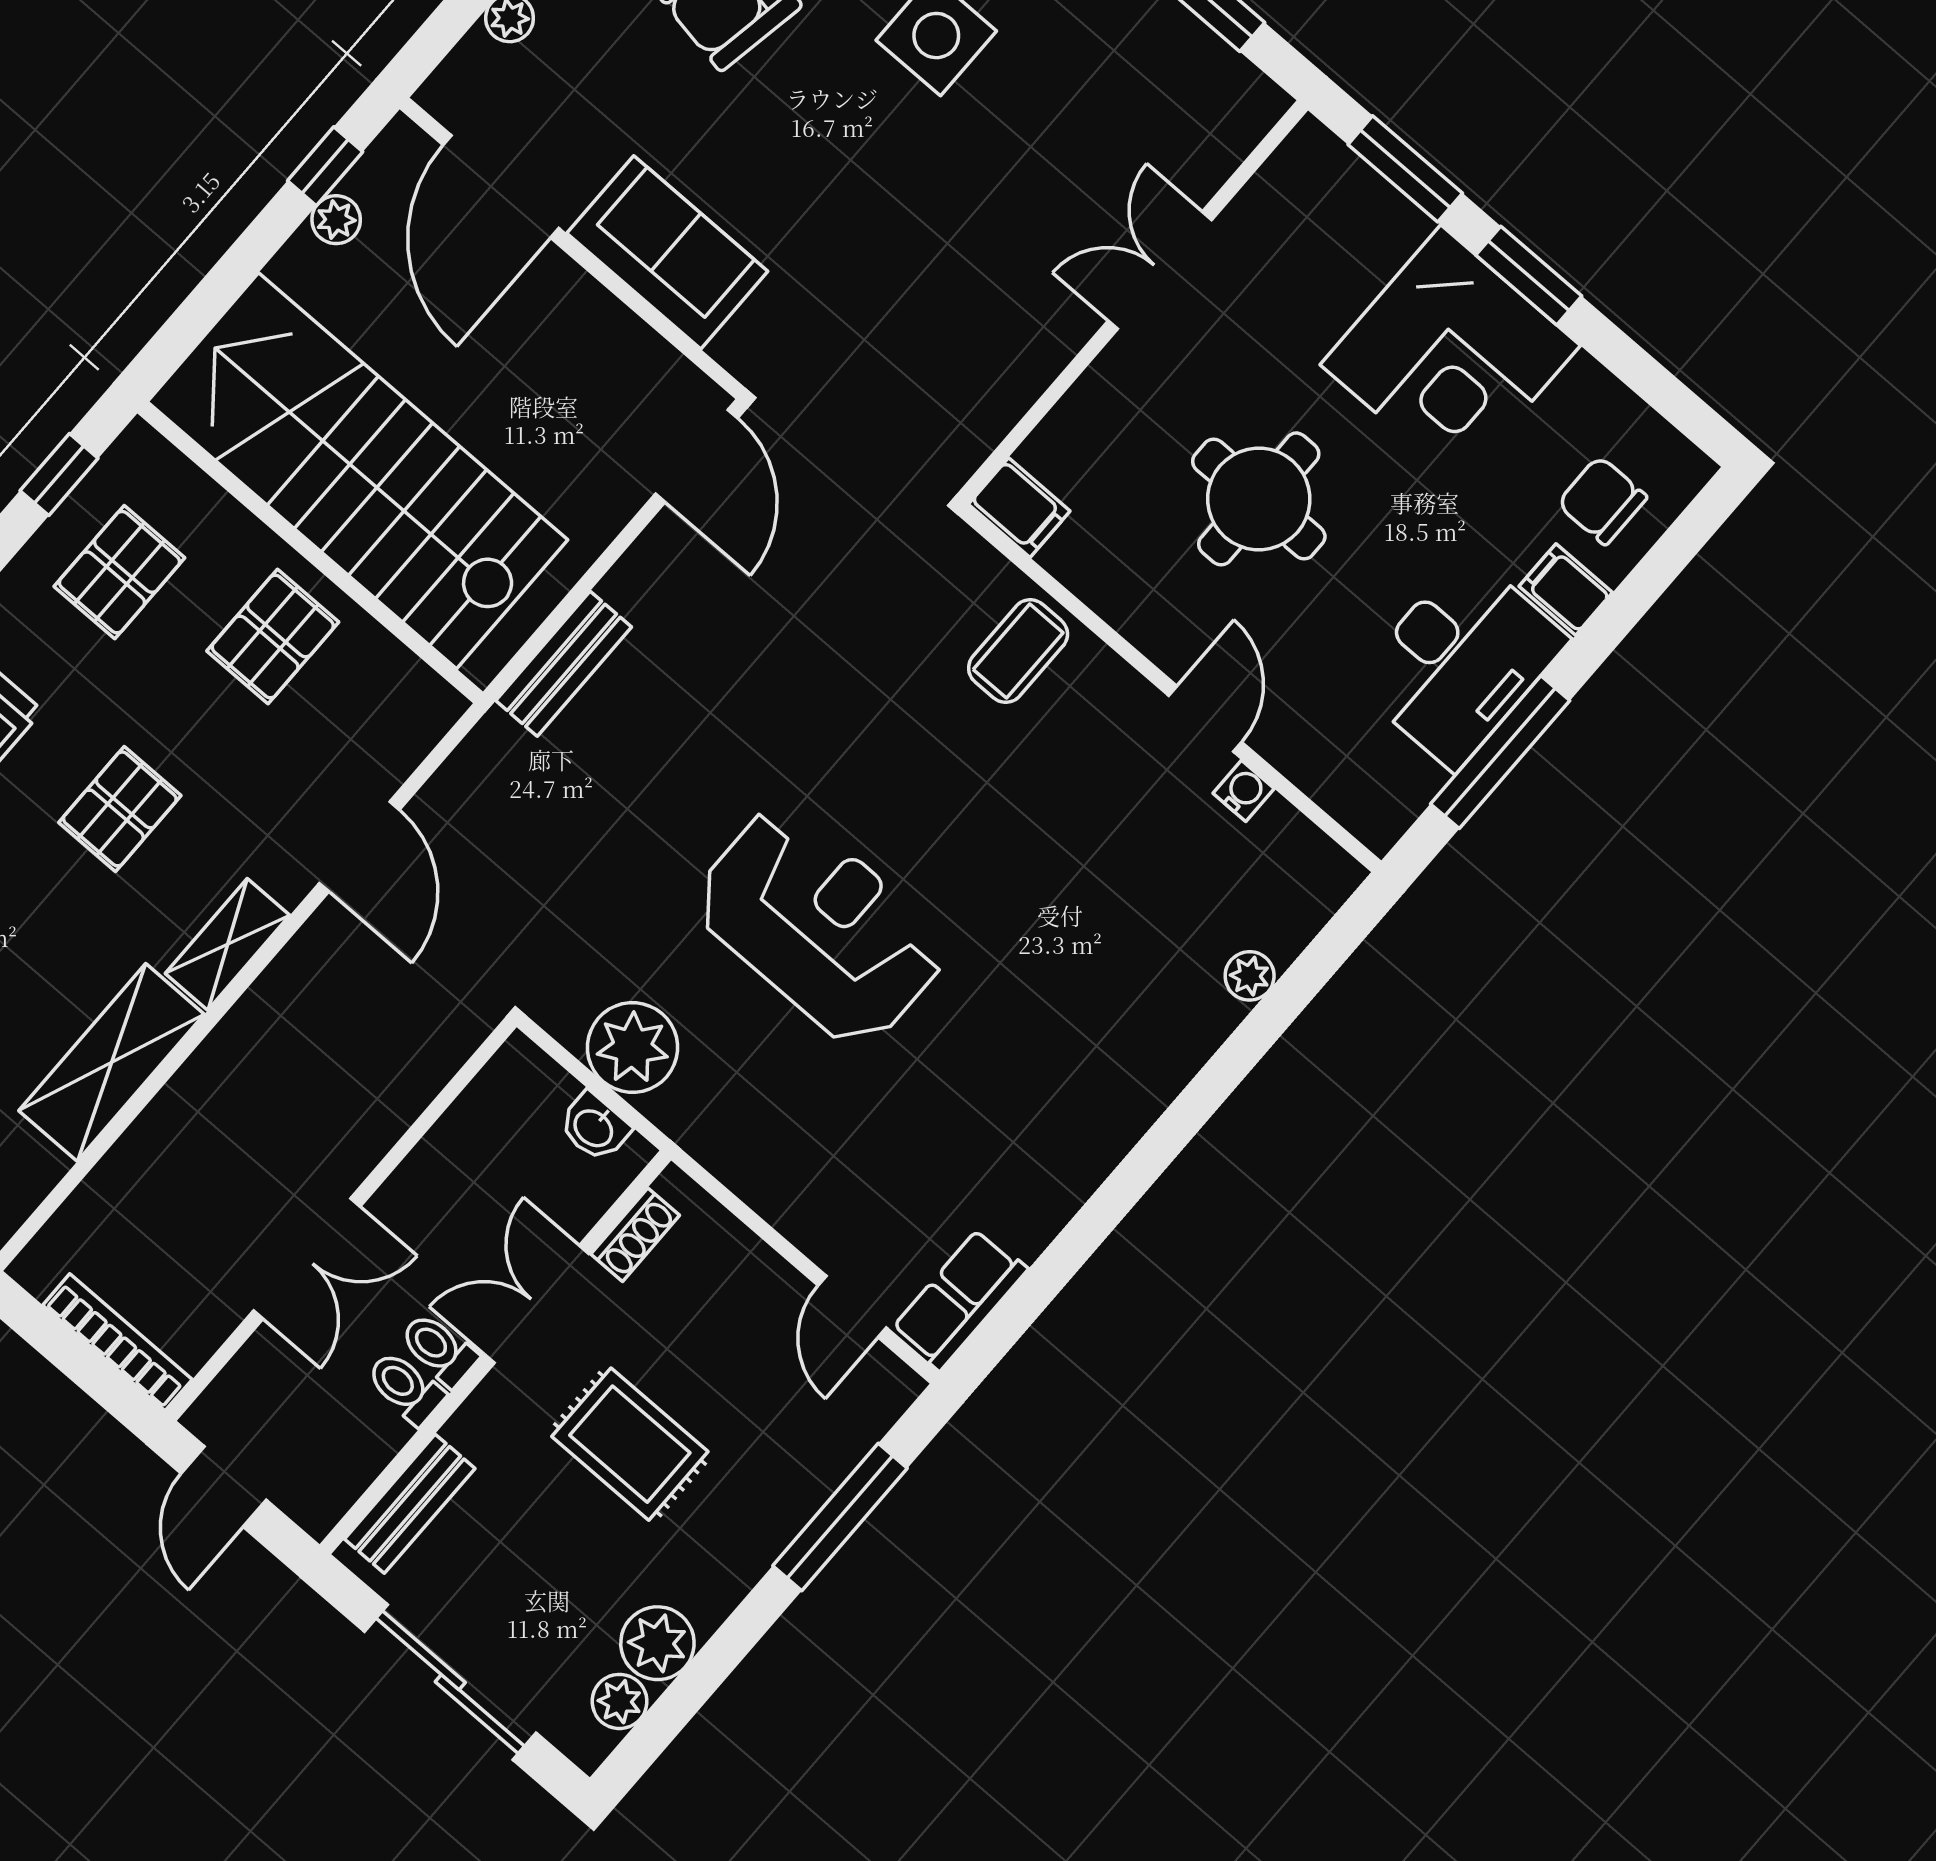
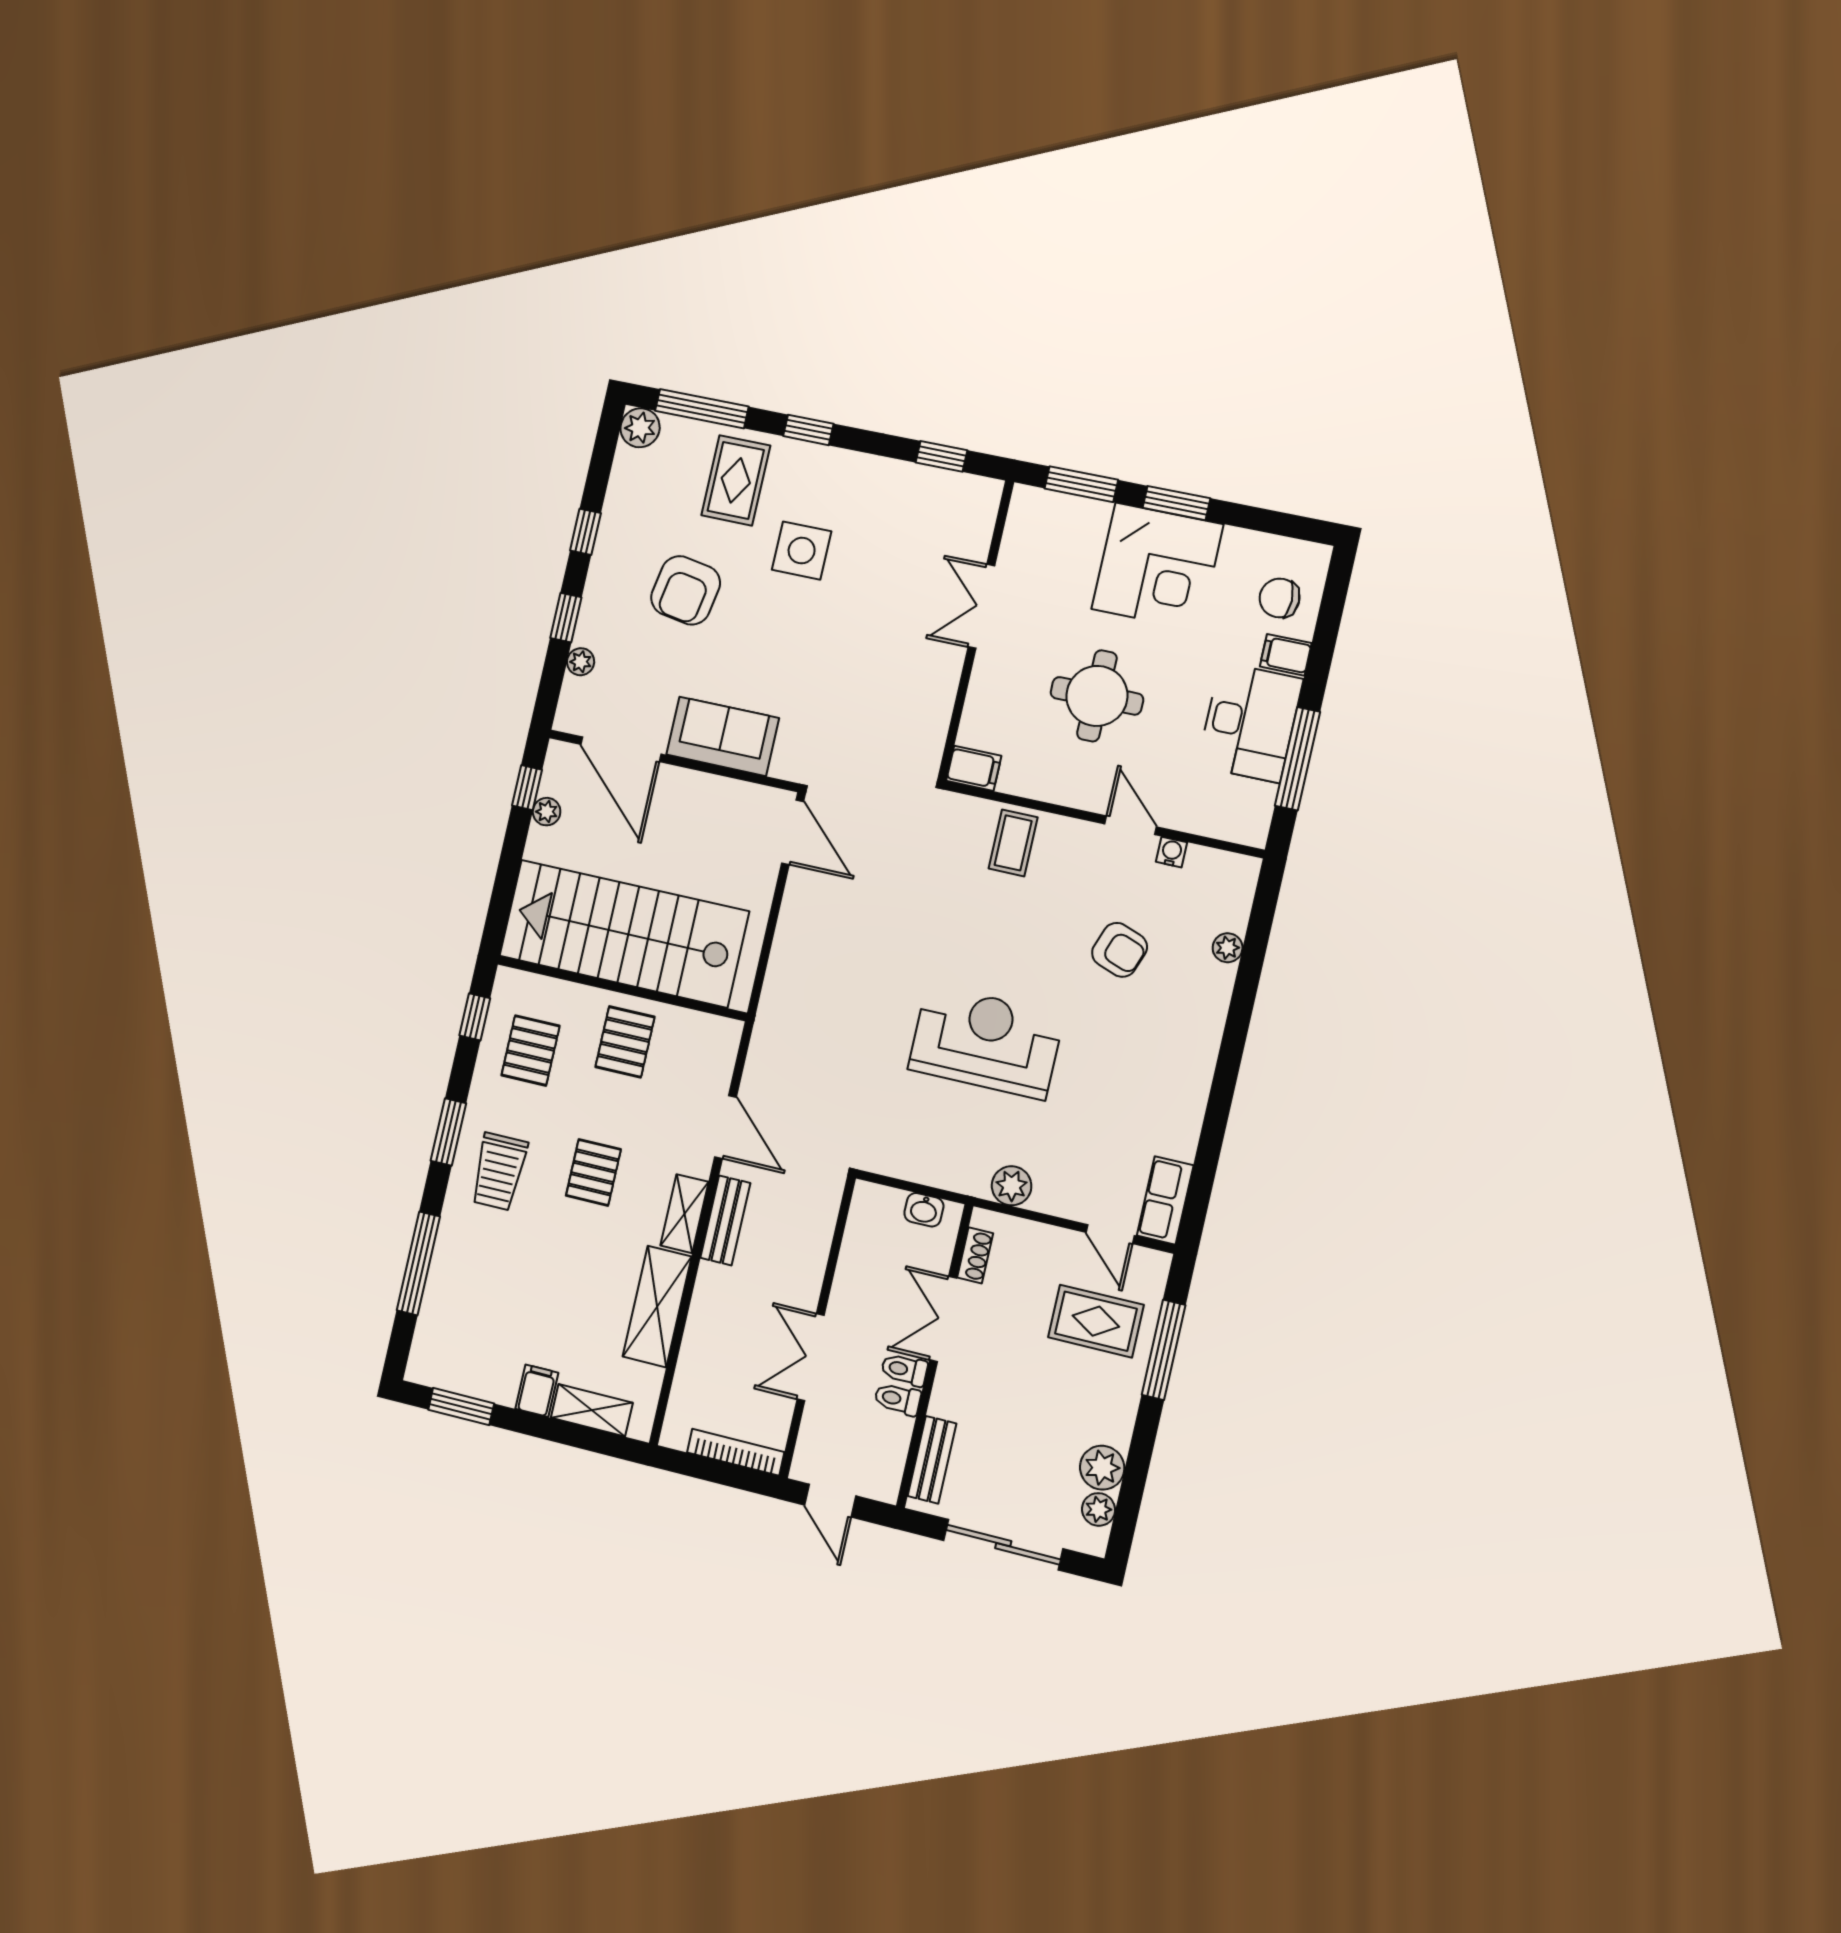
bench: (564, 664) -> (725, 1220), moved
armchair: (1090, 895) -> (1120, 950), added
plant: (633, 1047) -> (1012, 1186), moved, width x0.73, depth x0.73
double door: (307, 1259) -> (811, 1357), swing flipped
rug: (630, 1444) -> (1096, 1321), moved

